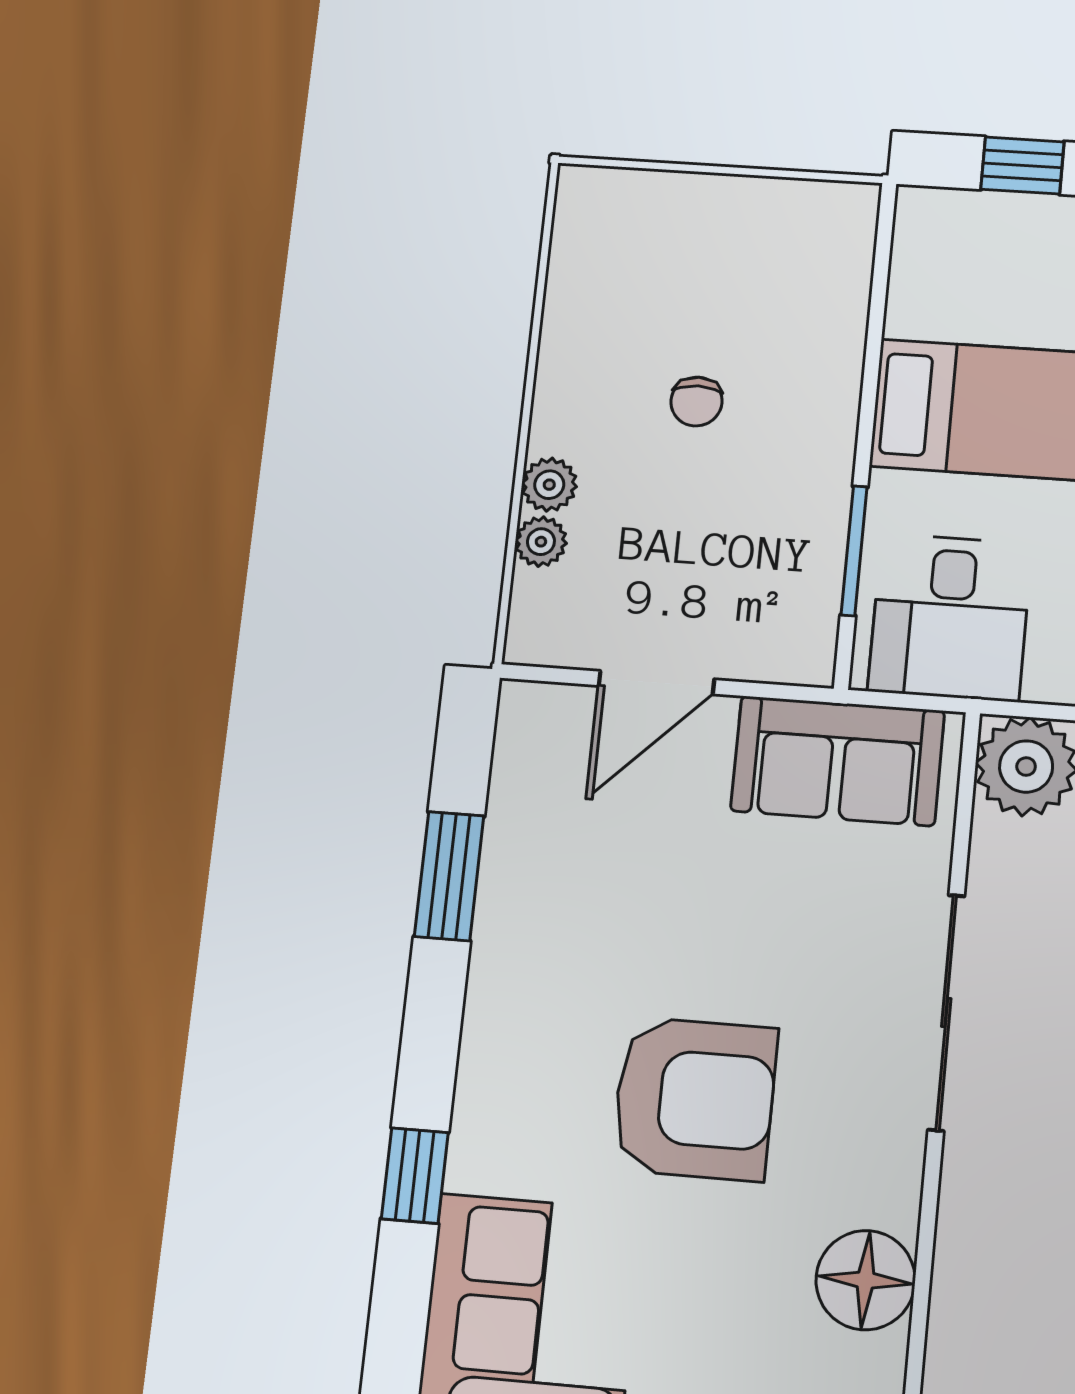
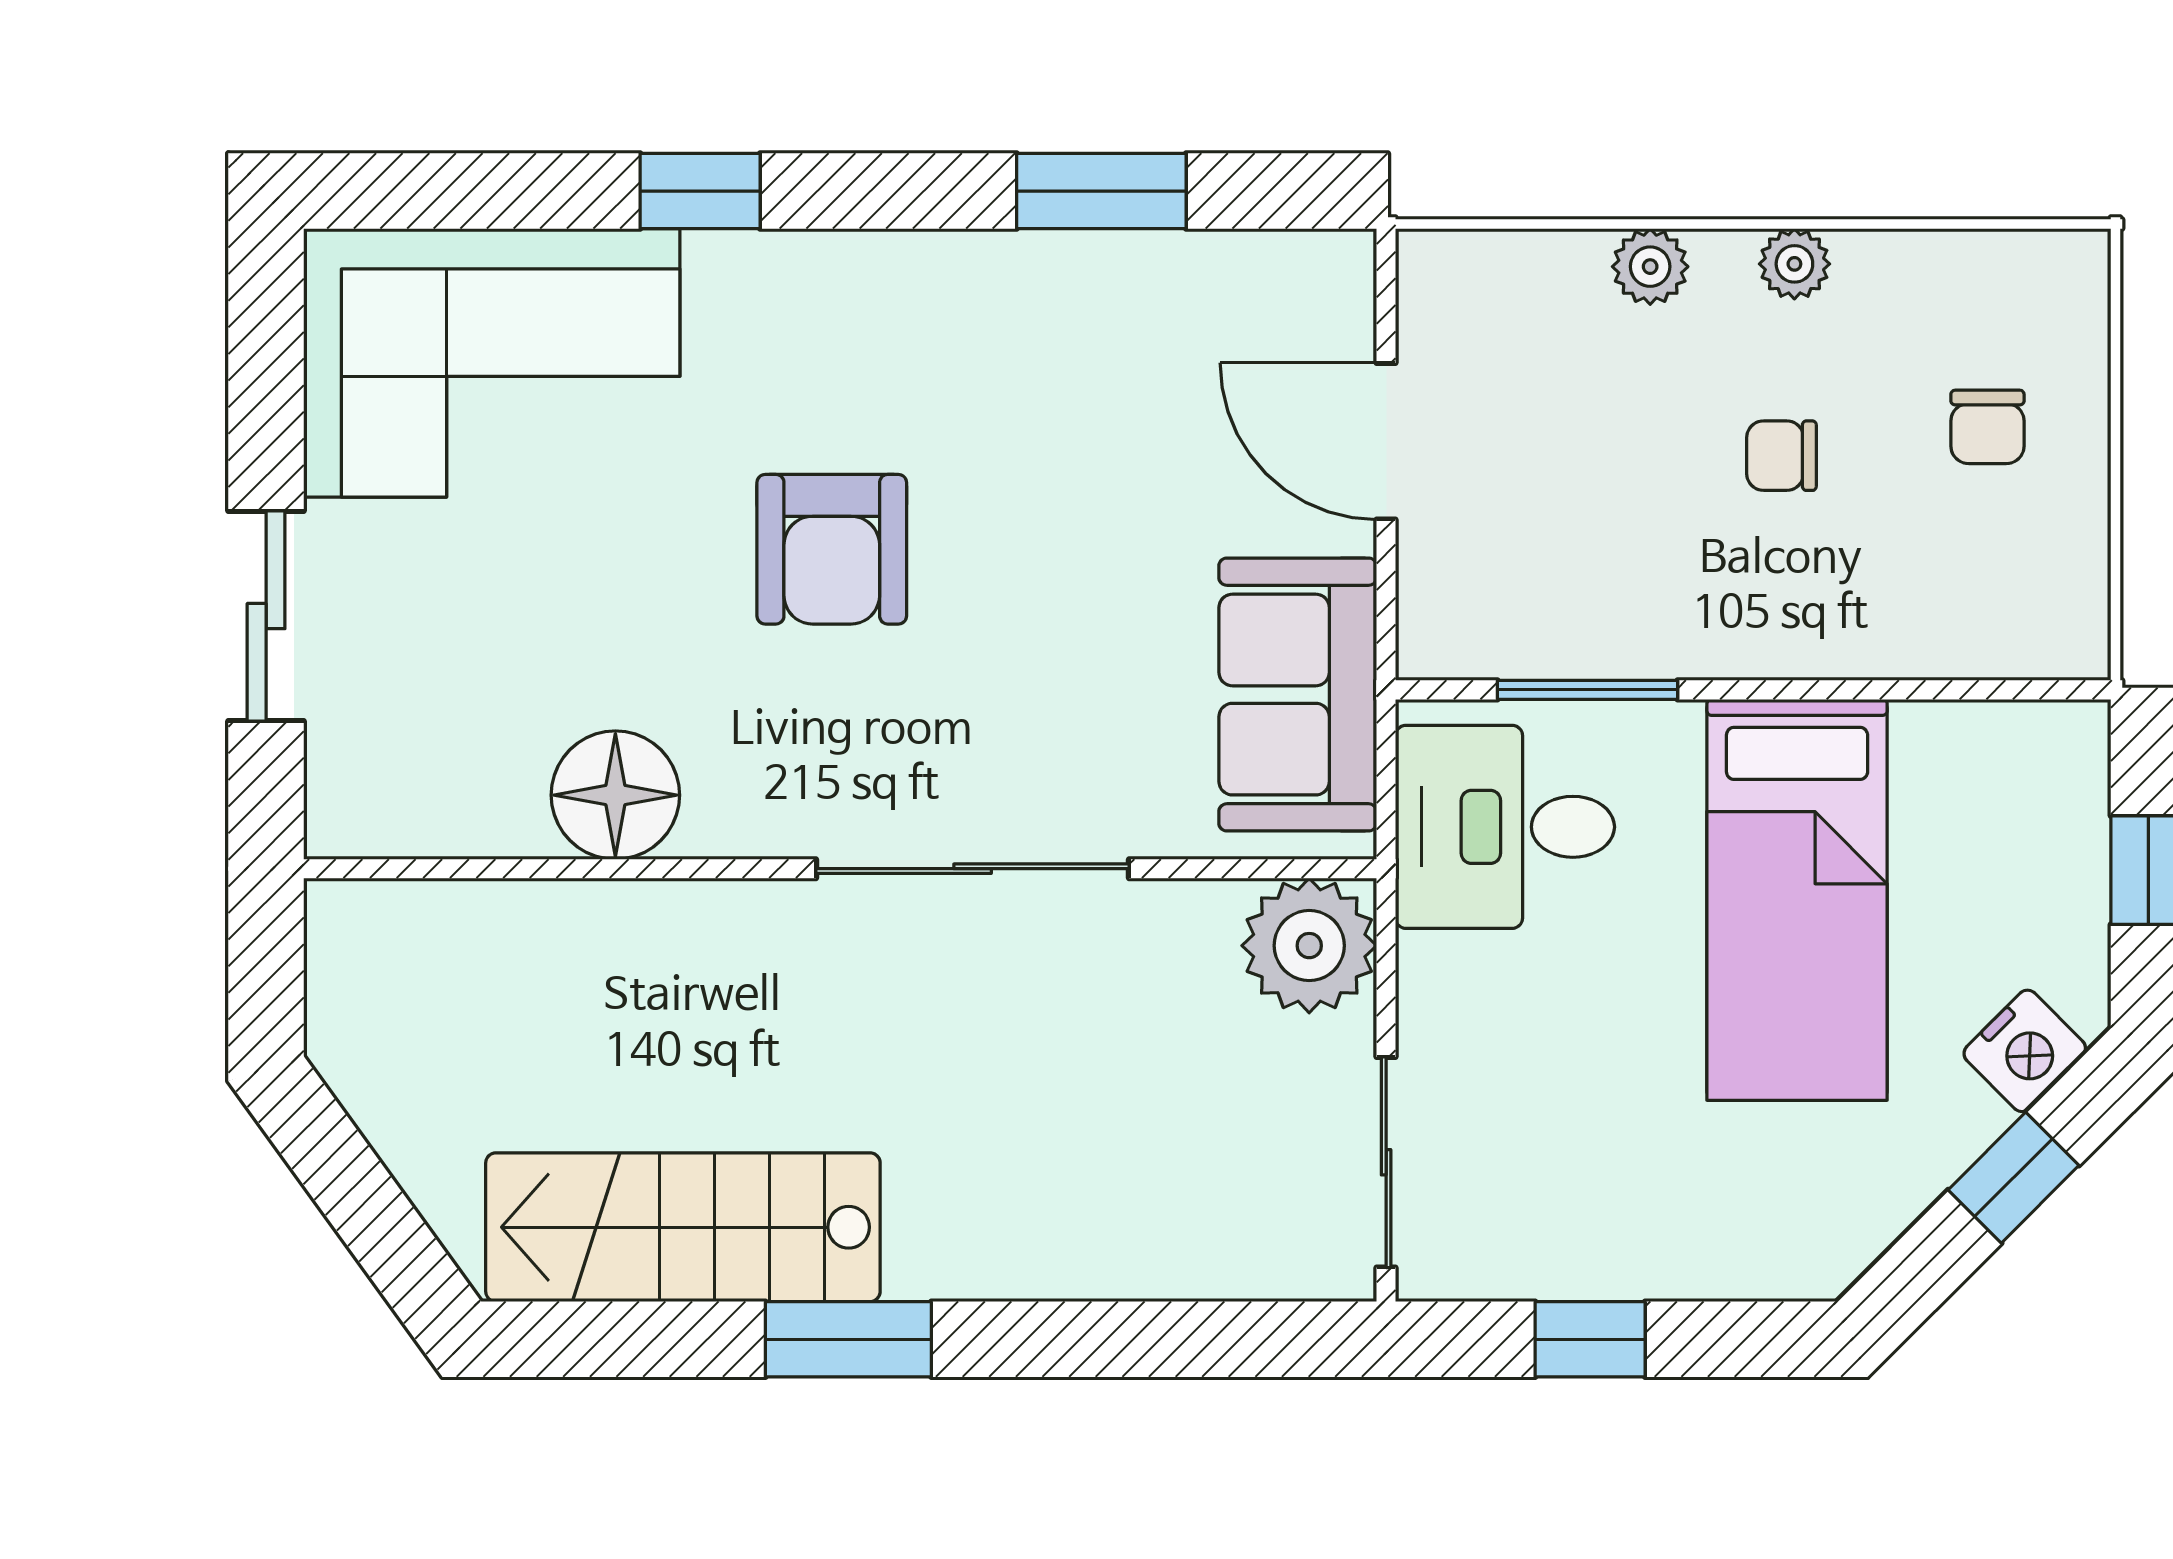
chair: (691, 257) -> (1987, 427), added
plant: (541, 542) -> (1794, 264), moved
armchair: (695, 1099) -> (832, 549), width x0.73, depth x0.73

